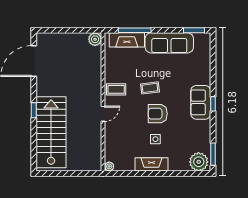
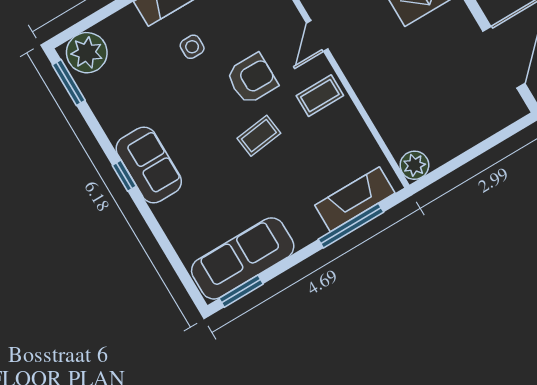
sofa: (169, 43) -> (243, 258), moved
armchair: (158, 114) -> (252, 79), moved

